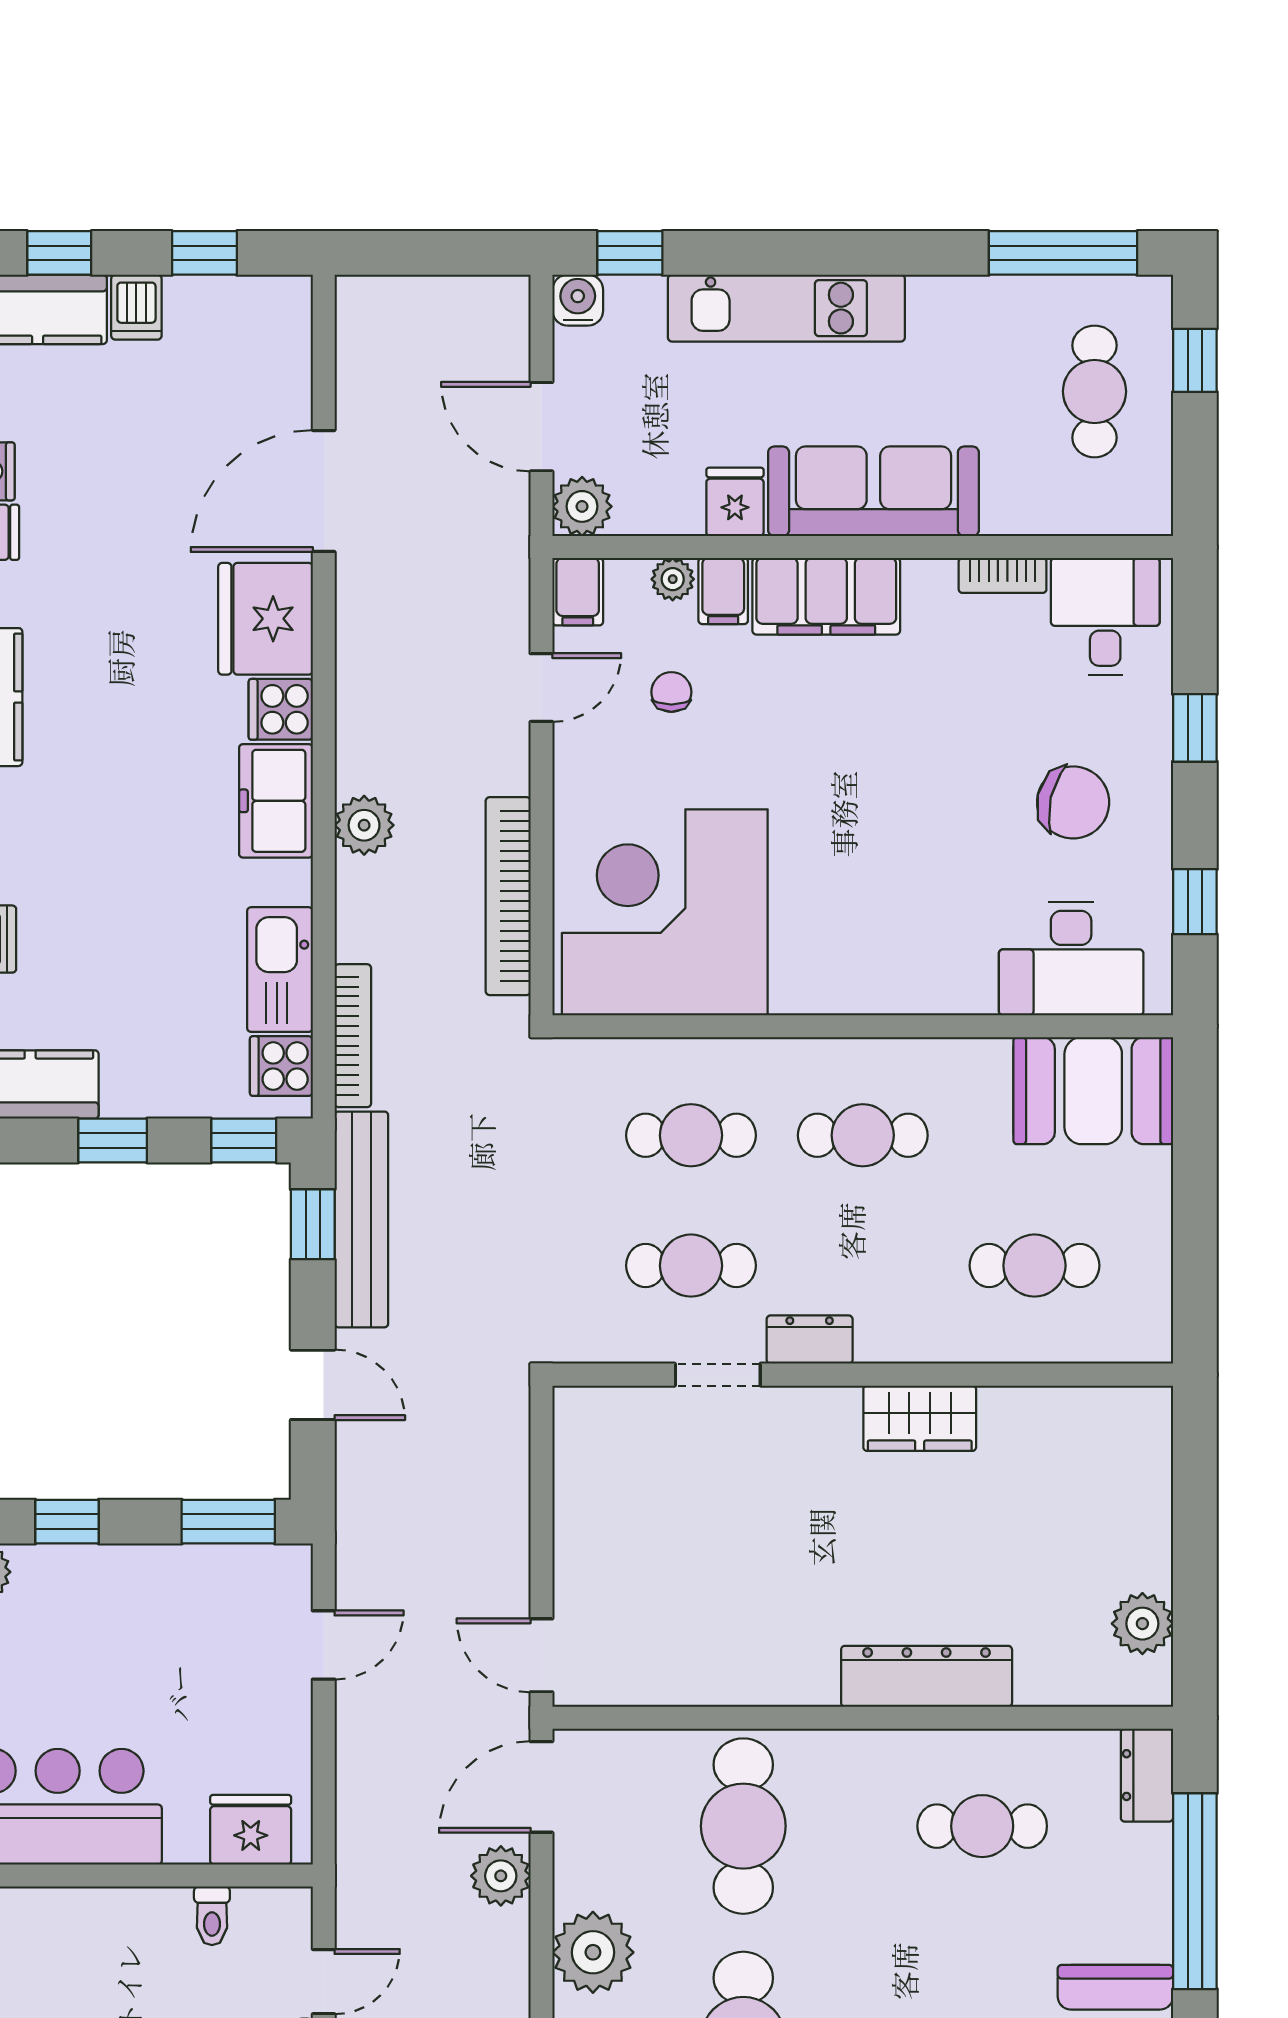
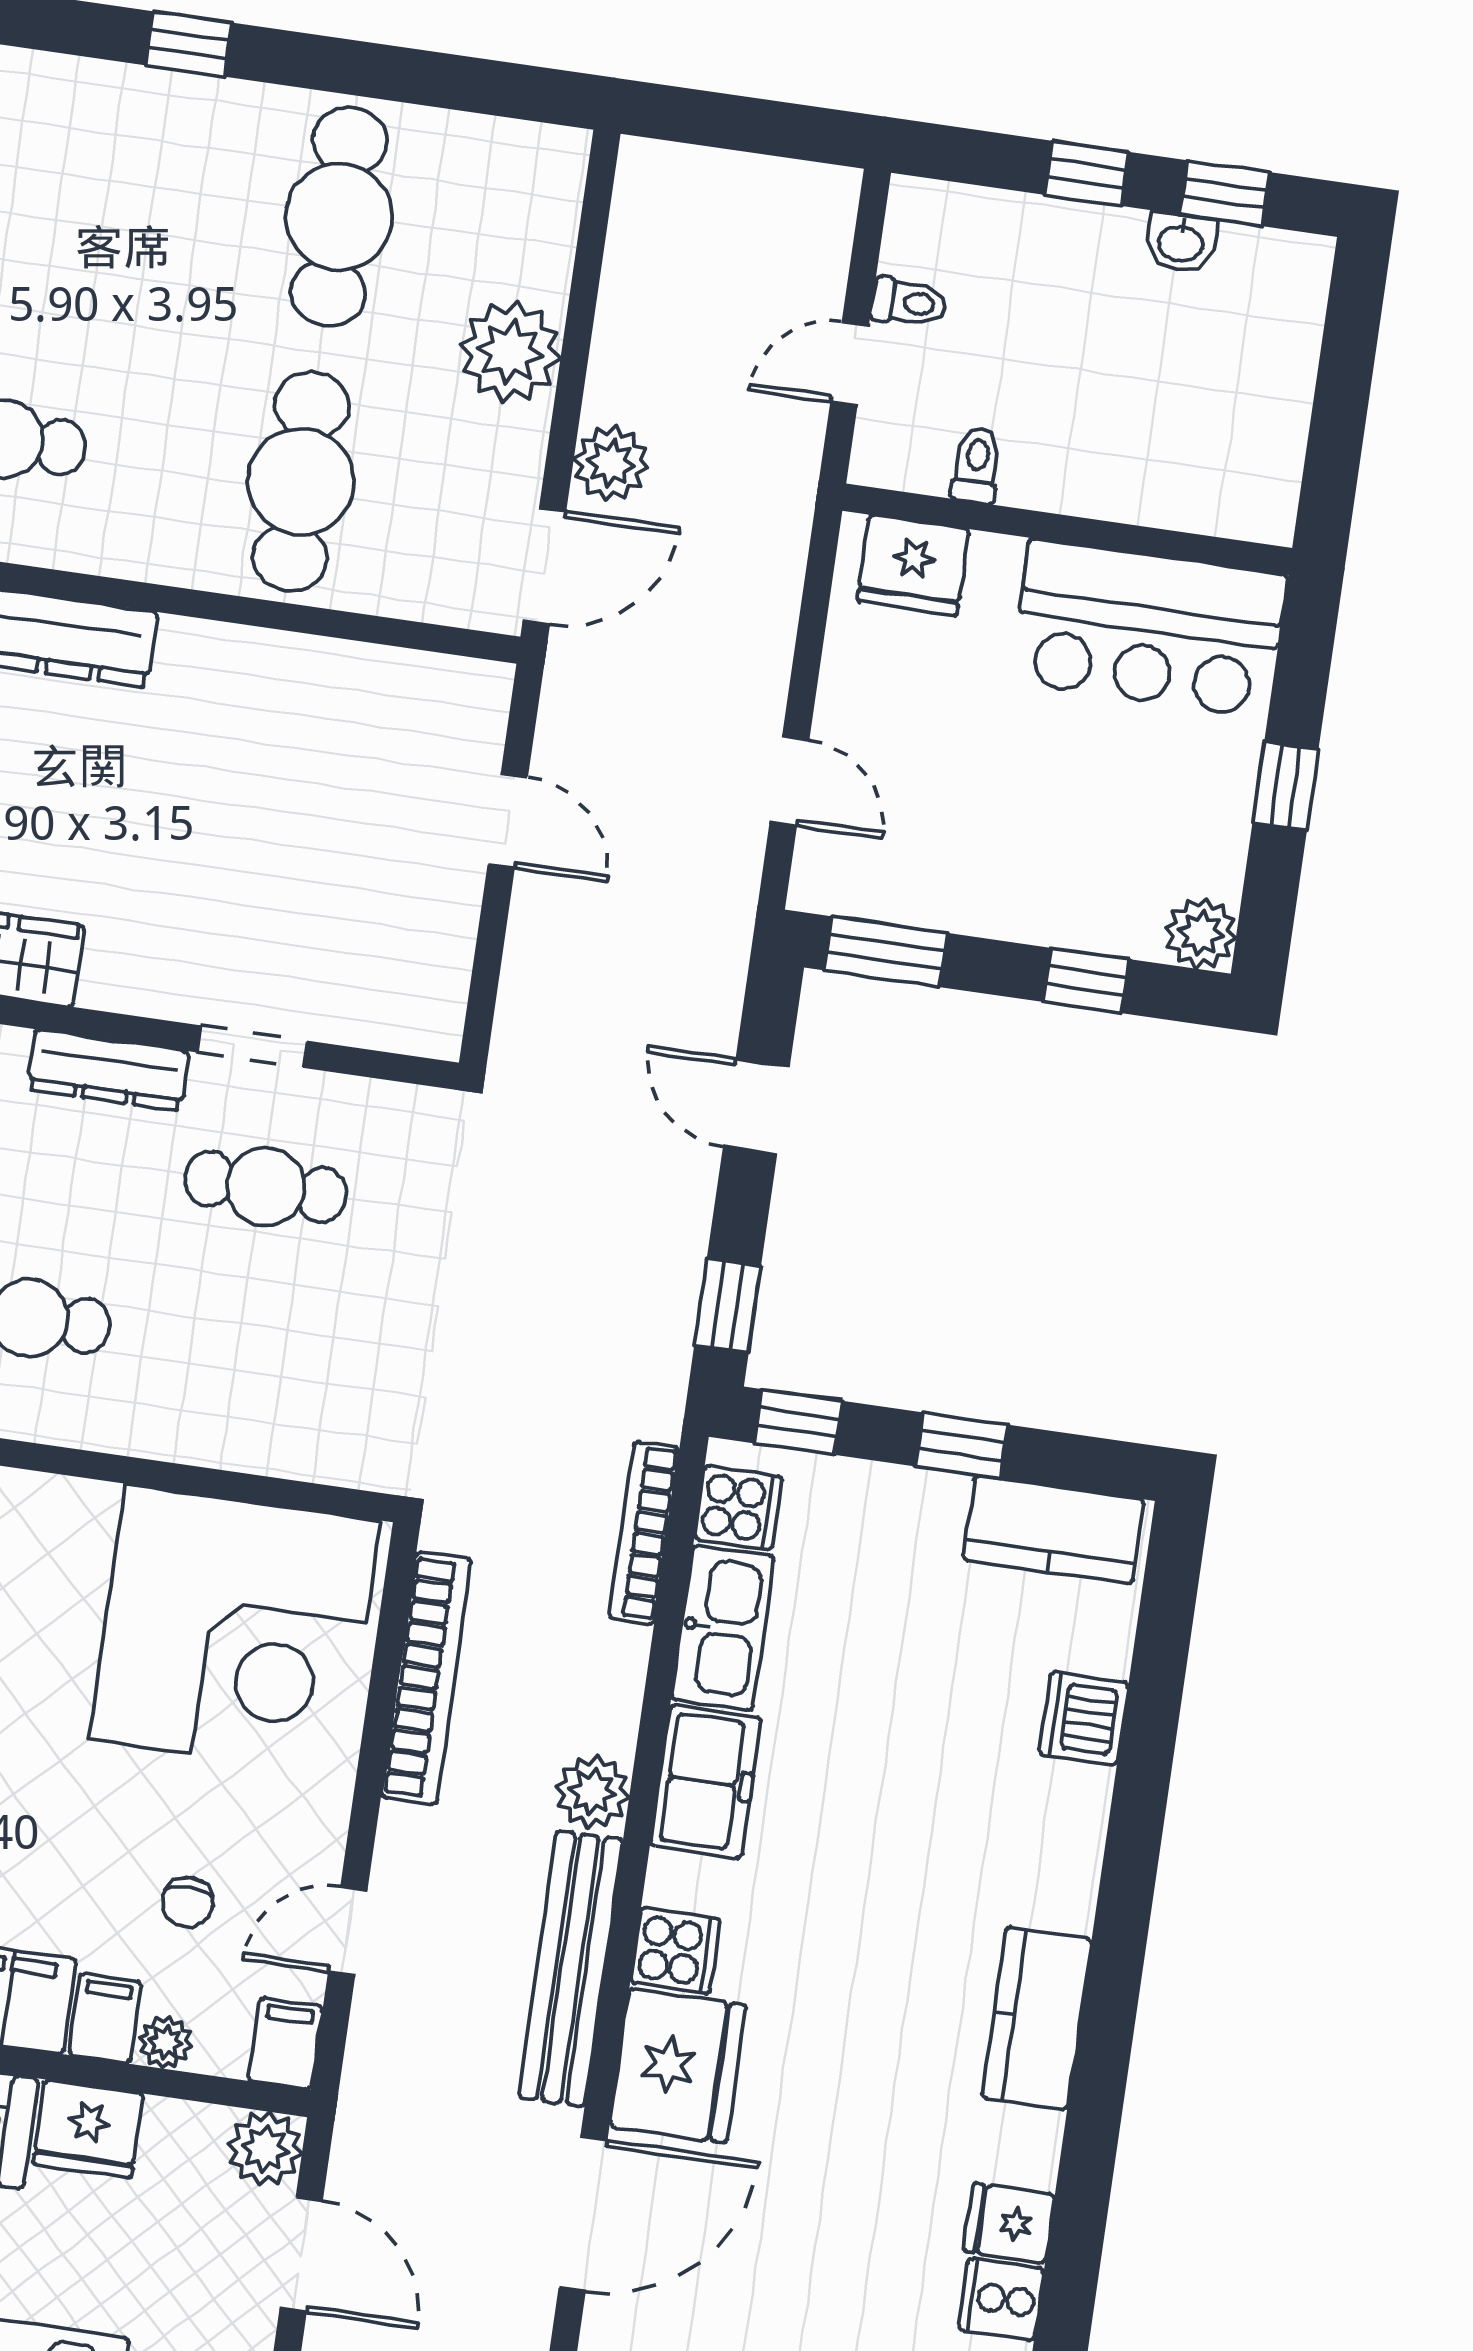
fridge: (735, 502) -> (88, 2129), width x1.38
freezer: (276, 801) -> (706, 1782), moved
cafe table: (691, 1135) -> (242, 1349), removed
bench: (361, 1219) -> (571, 1968), moved
dresser: (810, 1340) -> (108, 1070), width x1.44
door: (324, 1645) -> (789, 781), swing flipped
door: (541, 1655) -> (508, 821), moved

